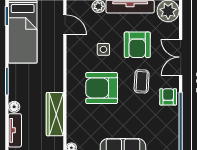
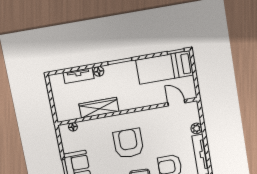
door: (65, 25) -> (176, 103), swing flipped
side table: (103, 49) -> (161, 139), removed

